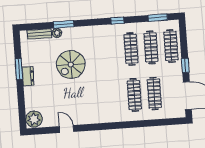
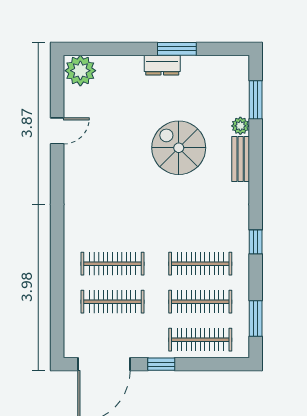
window: (64, 24) -> (256, 100), moved
bench: (39, 34) -> (241, 159), moved

